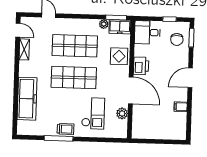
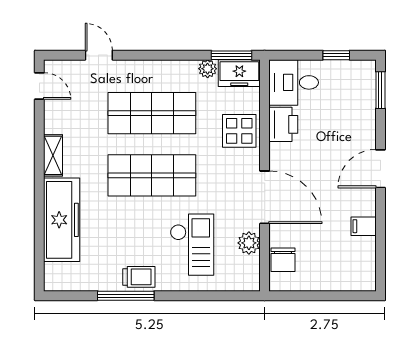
chair: (177, 39) -> (283, 260), moved
shelving: (24, 49) -> (53, 155), moved
printer: (141, 66) -> (283, 124), moved

